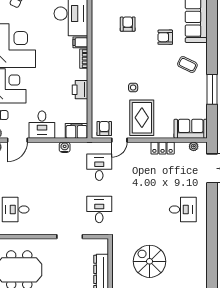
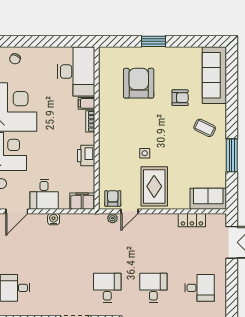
armchair: (128, 24) -> (139, 83), width x1.88, depth x1.88
armchair: (165, 37) -> (180, 98), turned 180
plant: (194, 146) -> (112, 218), moved
water cooler: (65, 147) -> (54, 219), moved
locker: (163, 148) -> (192, 220), moved
desk: (99, 167) -> (153, 288), moved

